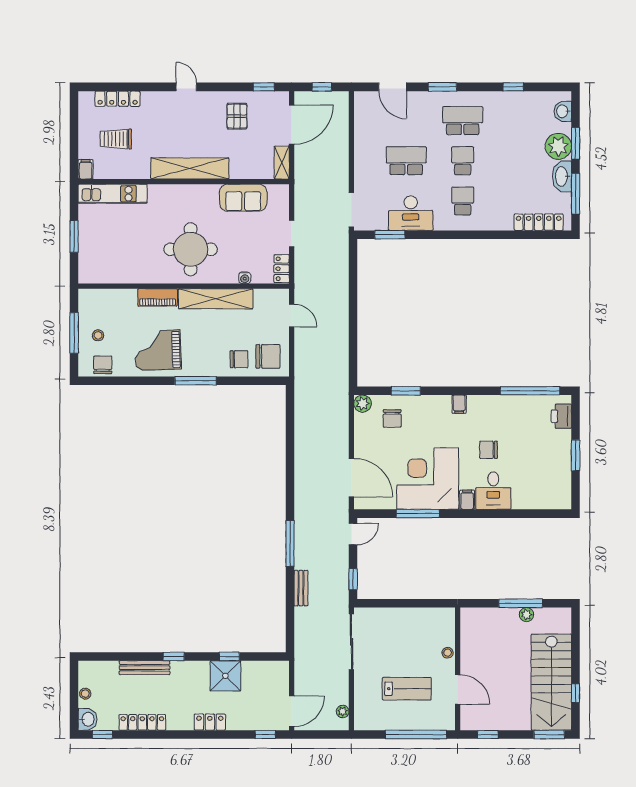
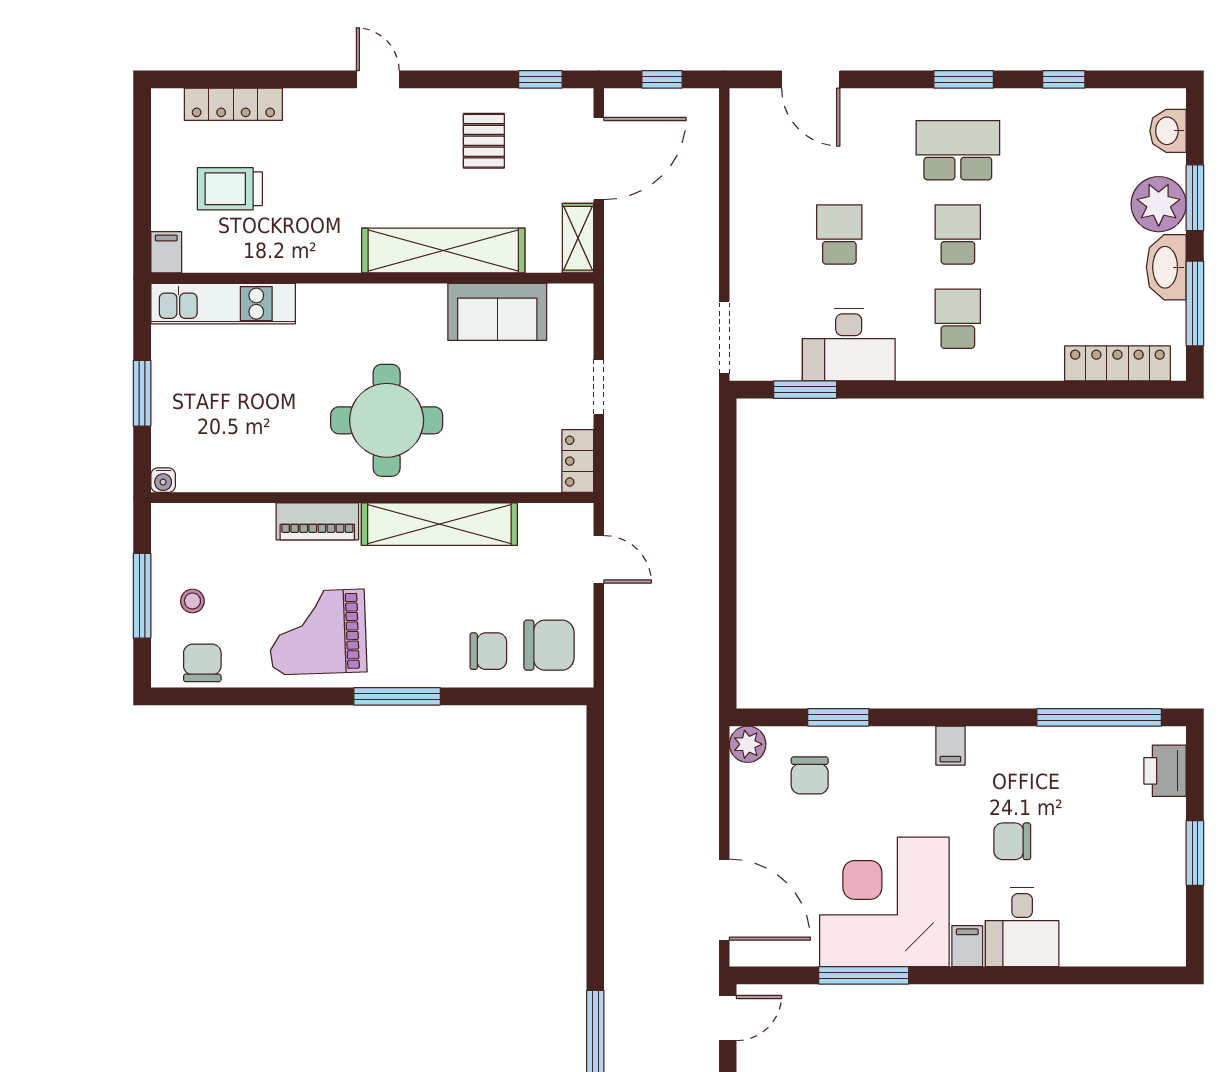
window: (442, 87) -> (964, 79), moved
school desk: (406, 161) -> (839, 234), width x0.54
shelving: (190, 168) -> (443, 251), moved
water cooler: (245, 278) -> (163, 480), moved

